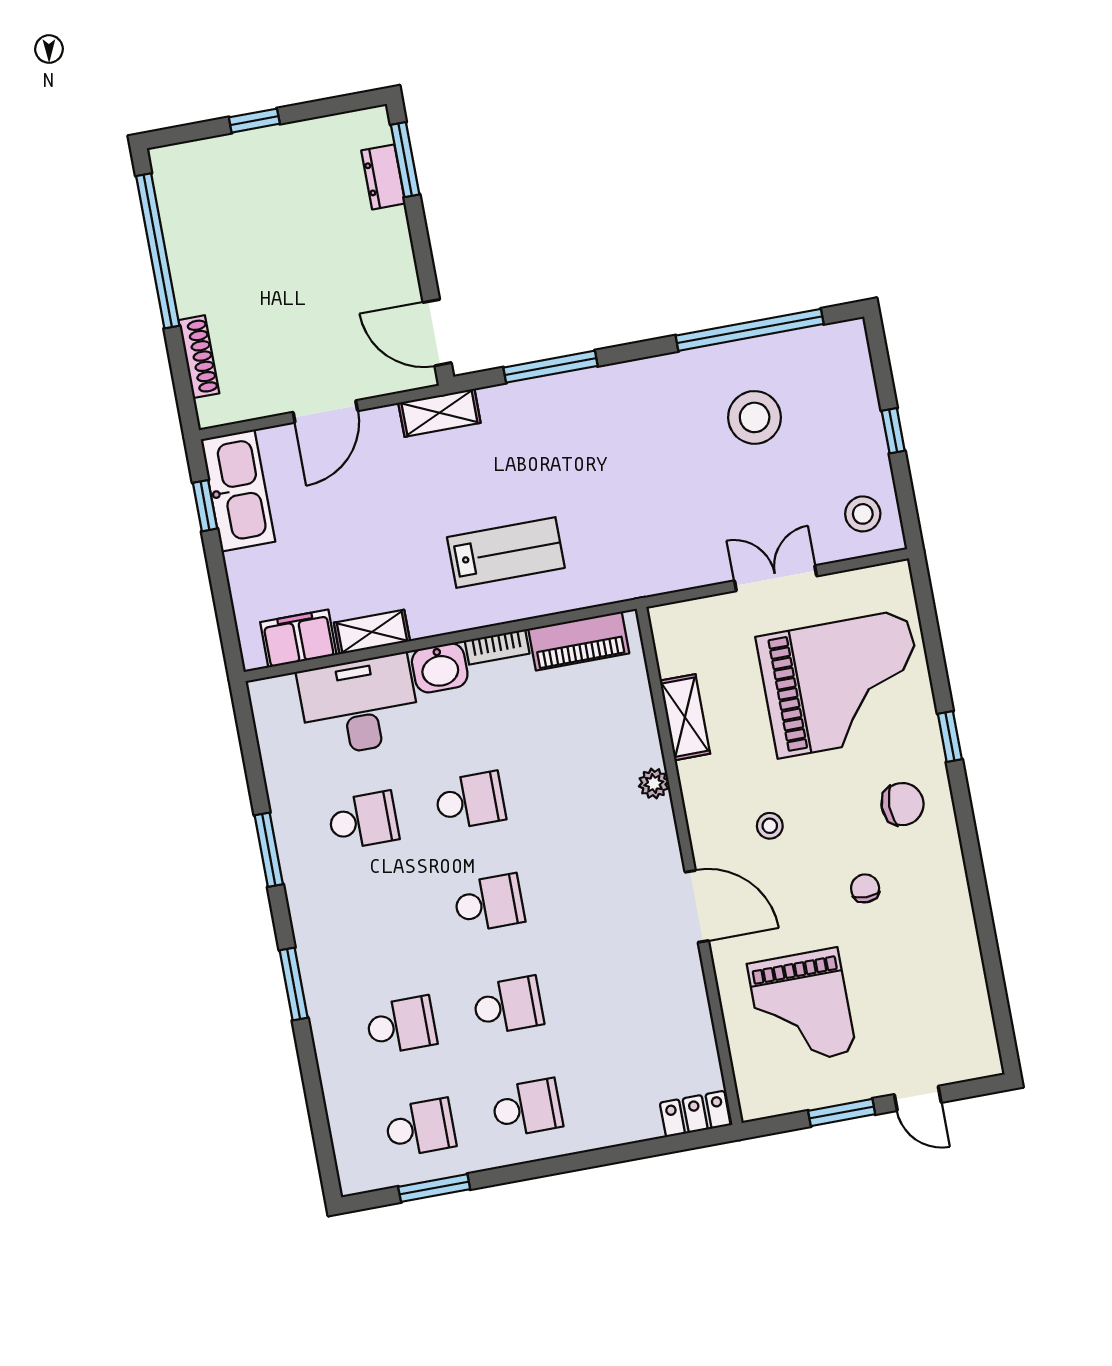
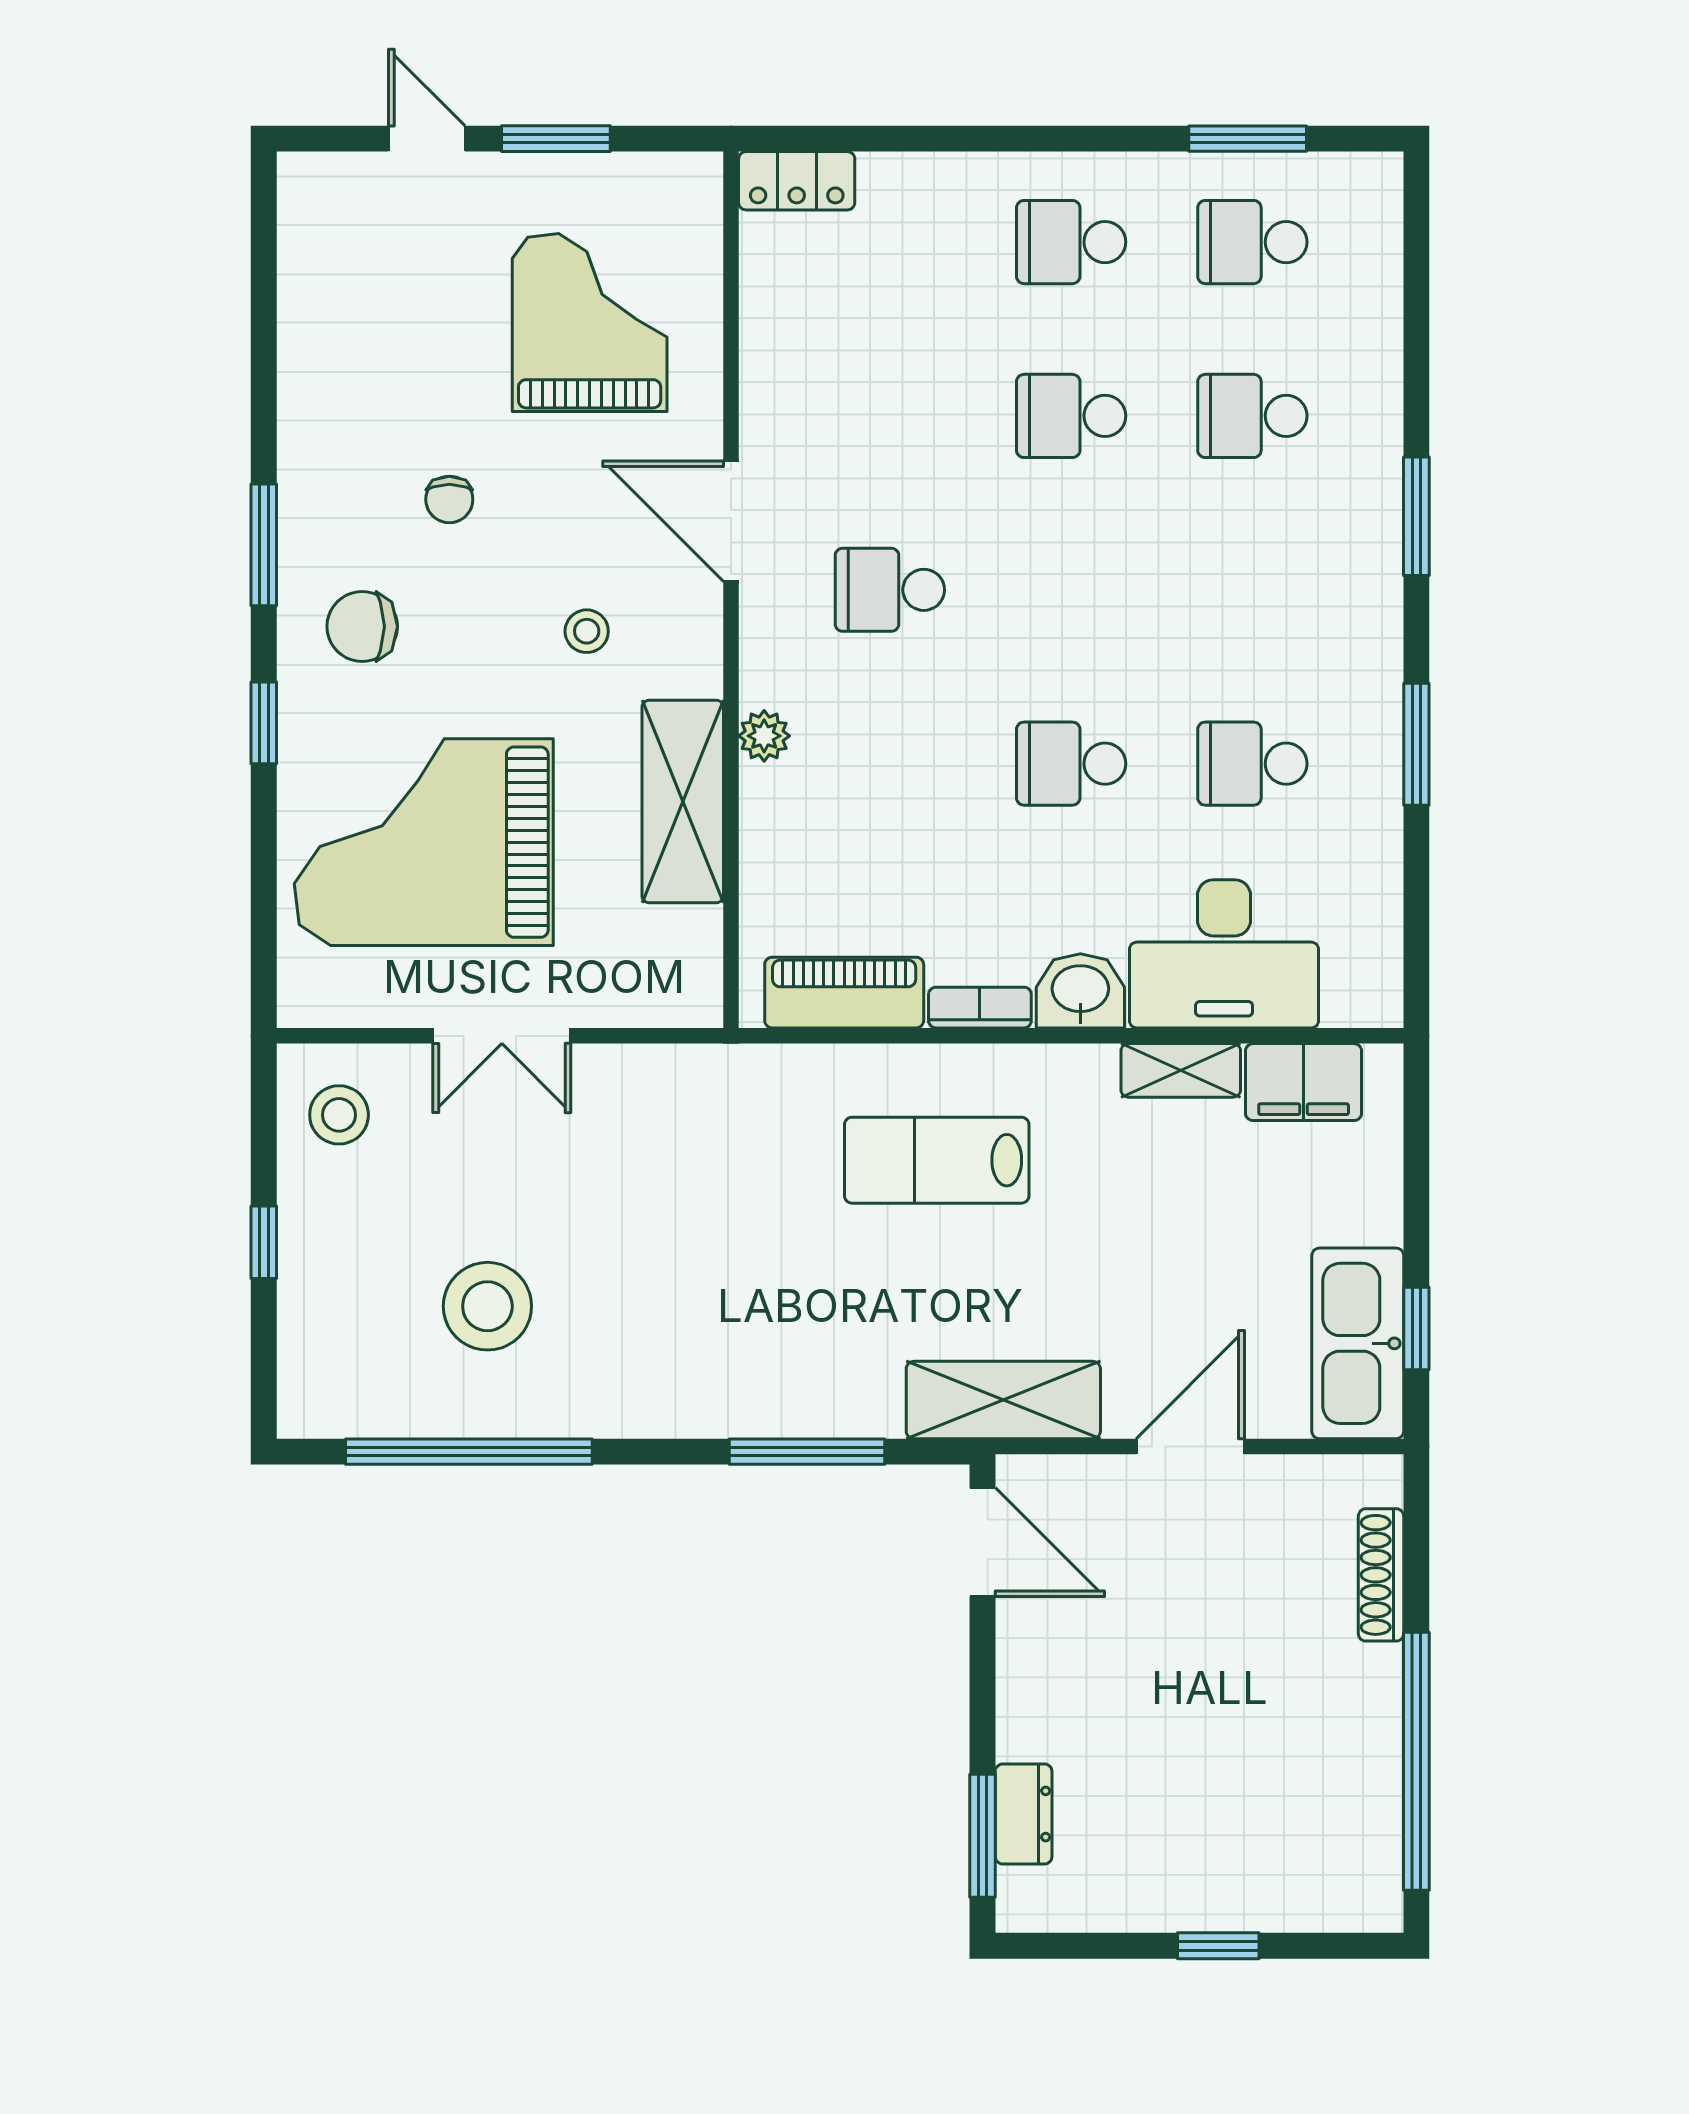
shelving: (439, 413) -> (1003, 1400), width x1.50, depth x1.33
shelving: (685, 717) -> (683, 801), width x1.50, depth x1.33
window: (969, 841) -> (264, 545), added
school desk: (489, 903) -> (890, 590), moved

